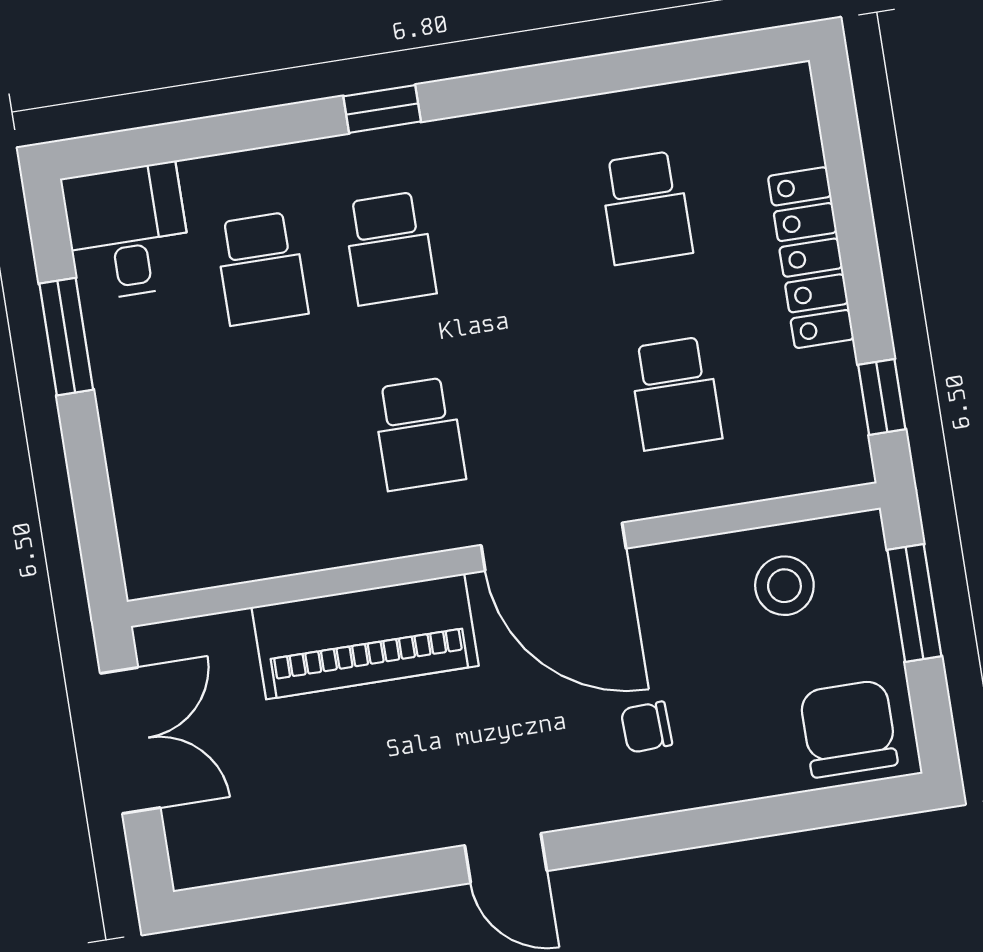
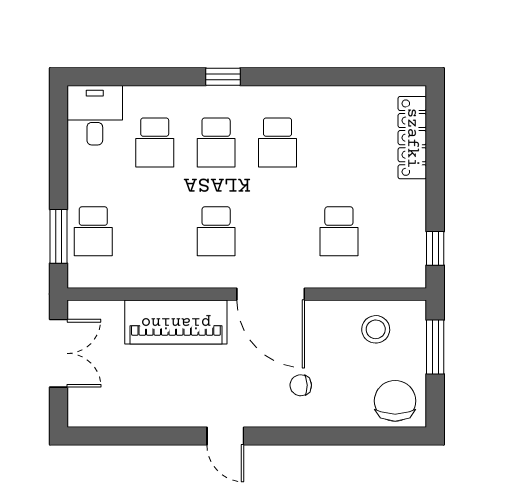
school desk: (646, 208) -> (278, 142), moved
locker: (811, 258) -> (412, 138), moved
window: (66, 337) -> (58, 236), moved
school desk: (163, 474) -> (93, 231), added

